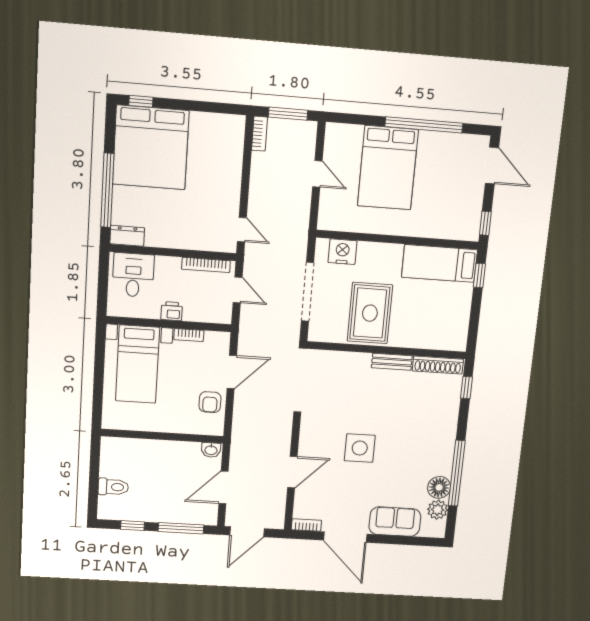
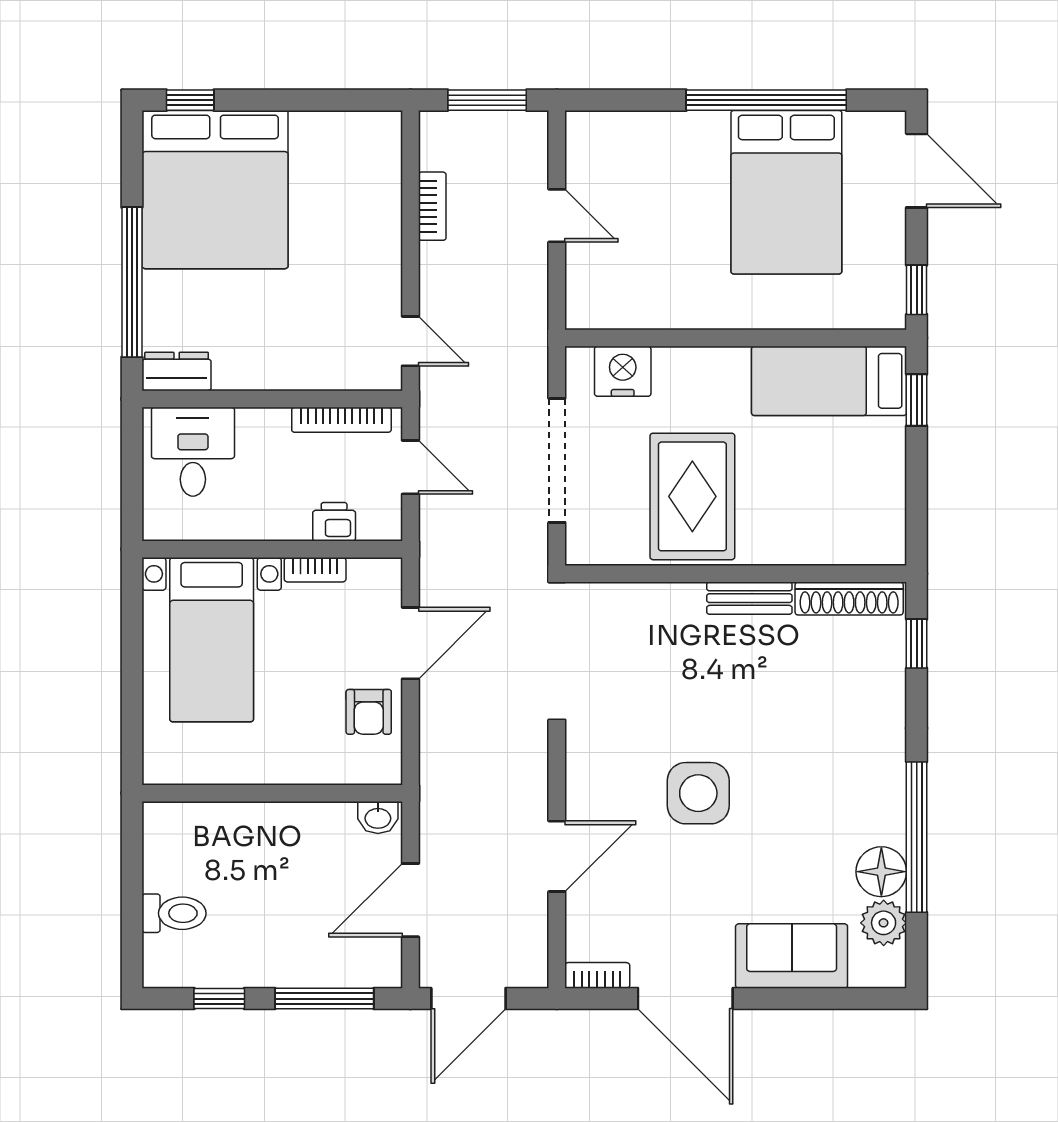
bookcase: (259, 134) -> (432, 206), moved
bed: (388, 168) -> (786, 192), moved
printer: (172, 311) -> (334, 522), moved

